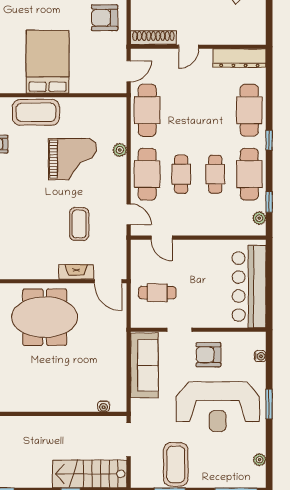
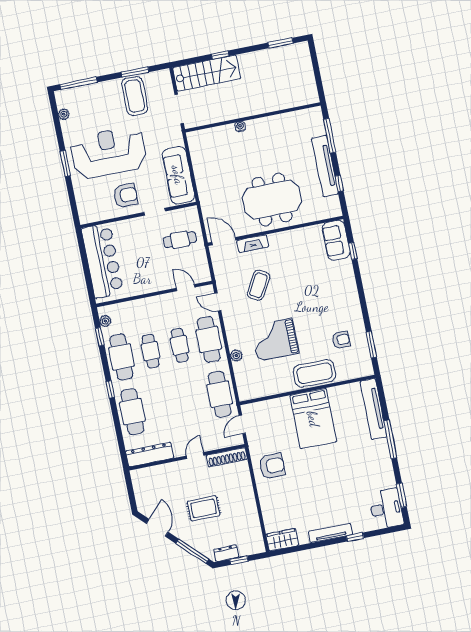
coffee table: (79, 224) -> (258, 285), turned 30
water cooler: (260, 356) -> (81, 203), removed
water cooler: (104, 406) -> (240, 127), moved

